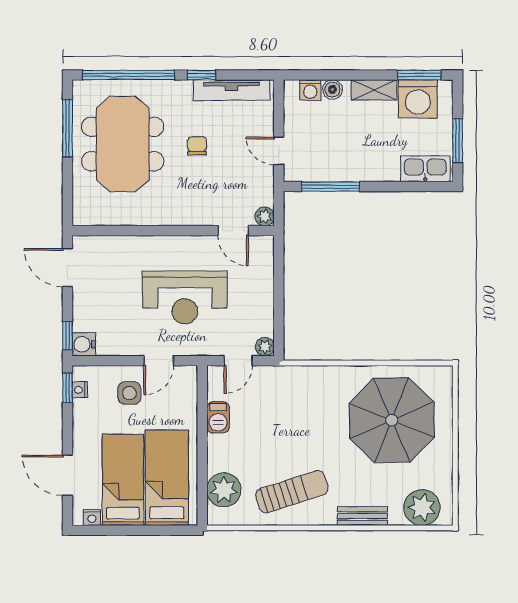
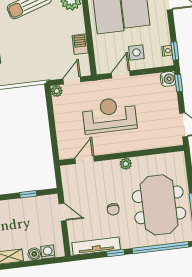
window: (330, 186) -> (28, 194), width x0.46
plant: (265, 216) -> (126, 164), moved
door: (233, 231) -> (85, 160), hinge flipped

